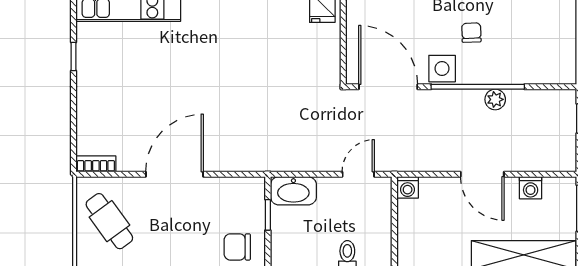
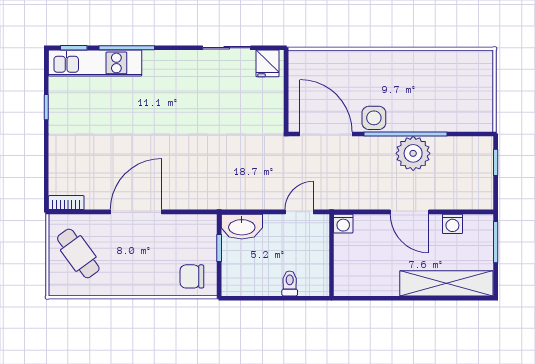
chair: (471, 33) -> (400, 86), removed
plant: (495, 99) -> (413, 153), width x1.87, depth x1.87

